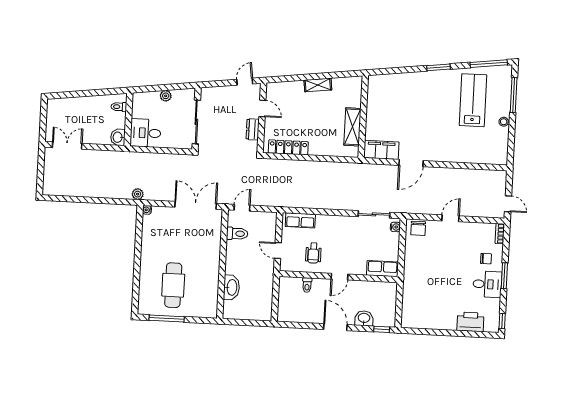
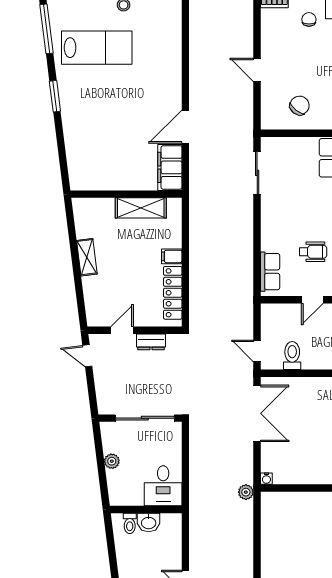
lab bench: (473, 100) -> (97, 48), turned 180
washbasin: (118, 137) -> (149, 522), moved
filing cabinet: (315, 148) -> (172, 256), added
door: (411, 163) -> (185, 127), swing flipped
double door: (196, 205) -> (257, 413), swing flipped
water cooler: (395, 227) -> (272, 143), removed
chair: (418, 228) -> (300, 105), moved, turned -51

